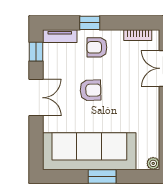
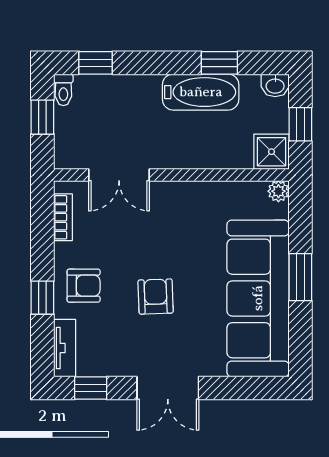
armchair: (97, 47) -> (84, 286), turned -90
double door: (36, 98) -> (168, 388), swing flipped

